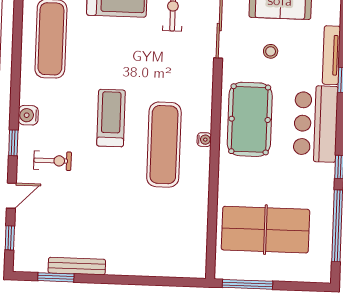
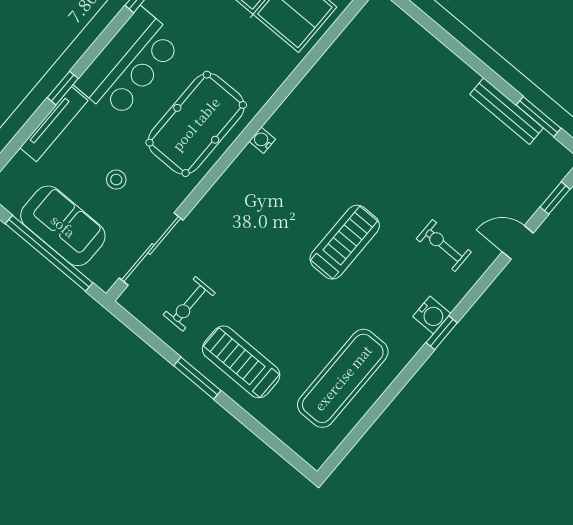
treadmill: (111, 118) -> (345, 242), turned 180
window: (13, 143) -> (442, 333), moved
exercise mat: (164, 145) -> (310, 169), removed

